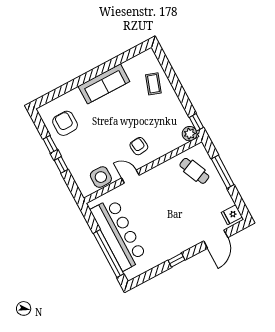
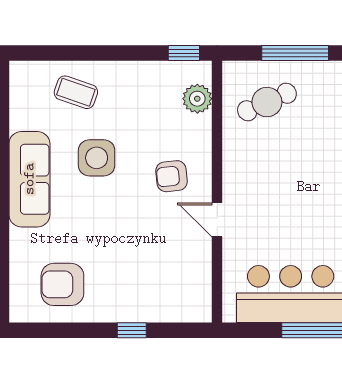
plant: (190, 134) -> (197, 99), moved
window: (50, 144) -> (85, 330), removed
side table: (101, 177) -> (97, 158), moved
door: (130, 177) -> (217, 220), hinge flipped

